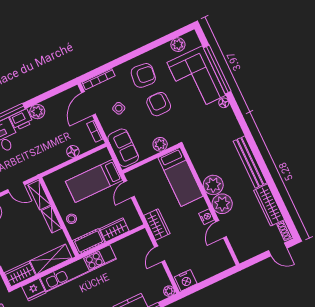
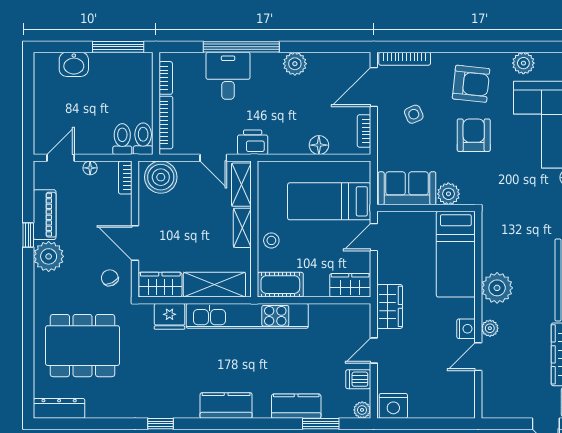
plant: (178, 45) -> (523, 63), moved
printer: (21, 120) -> (253, 142), moved, turned 180
sofa: (123, 148) -> (407, 188), moved, turned -90
plant: (222, 204) -> (490, 328), width x0.53, depth x0.53
wardrobe: (114, 230) -> (350, 285), moved
dishwasher: (159, 275) -> (358, 379), added

